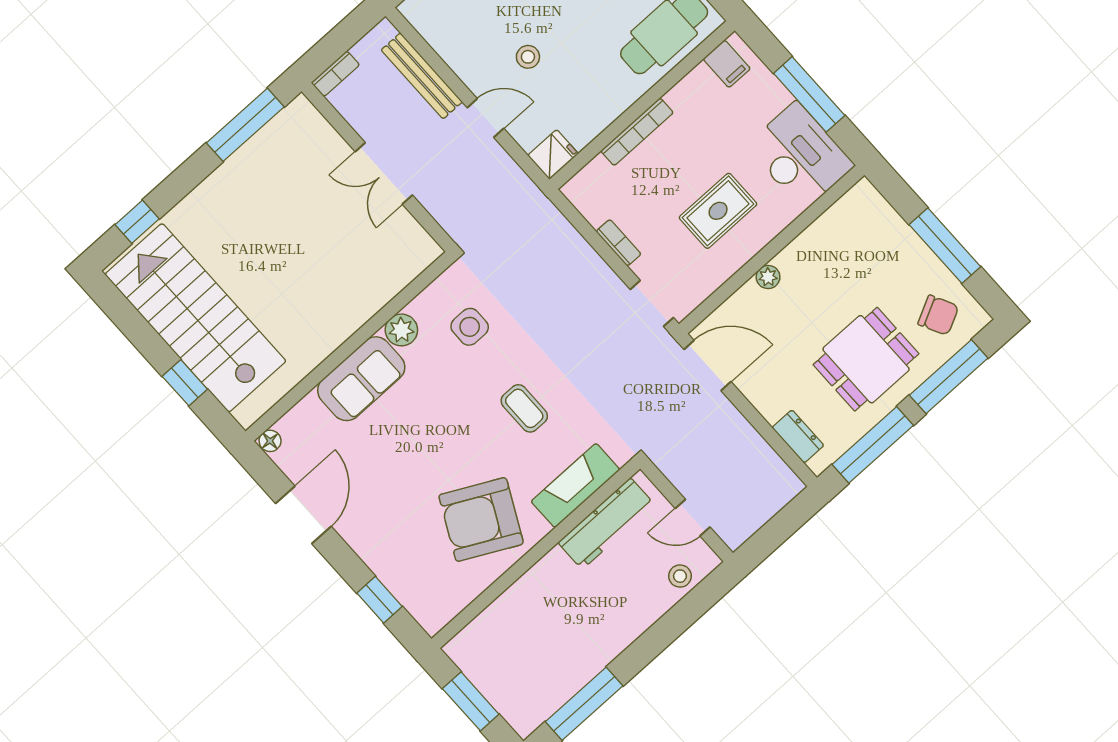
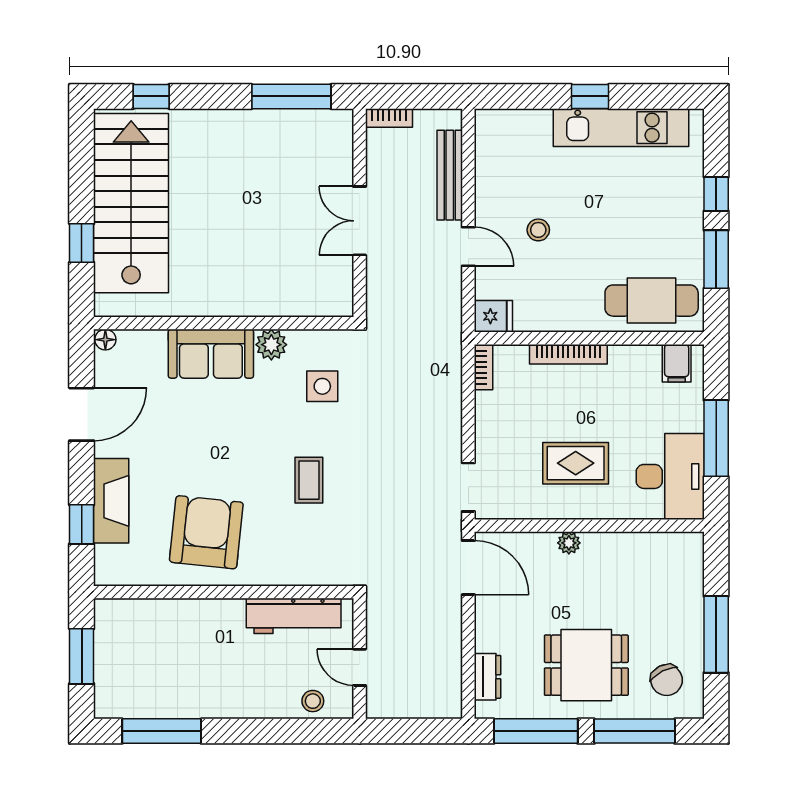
bookcase: (619, 243) -> (484, 367), moved
fireplace: (575, 485) -> (111, 501), moved, turned 90
armchair: (481, 519) -> (206, 532), turned 69

